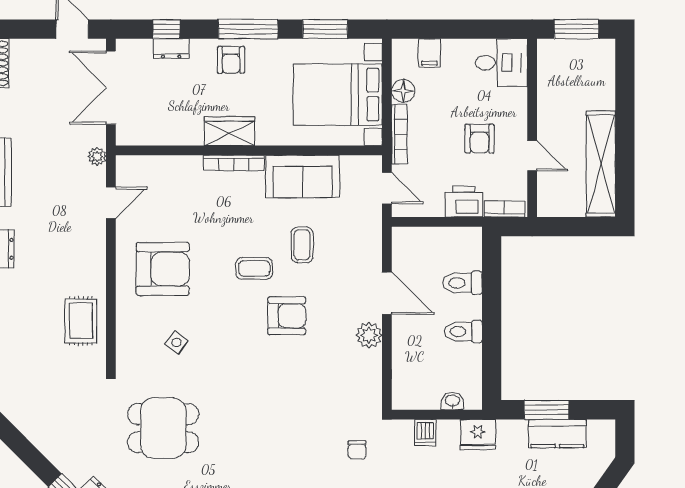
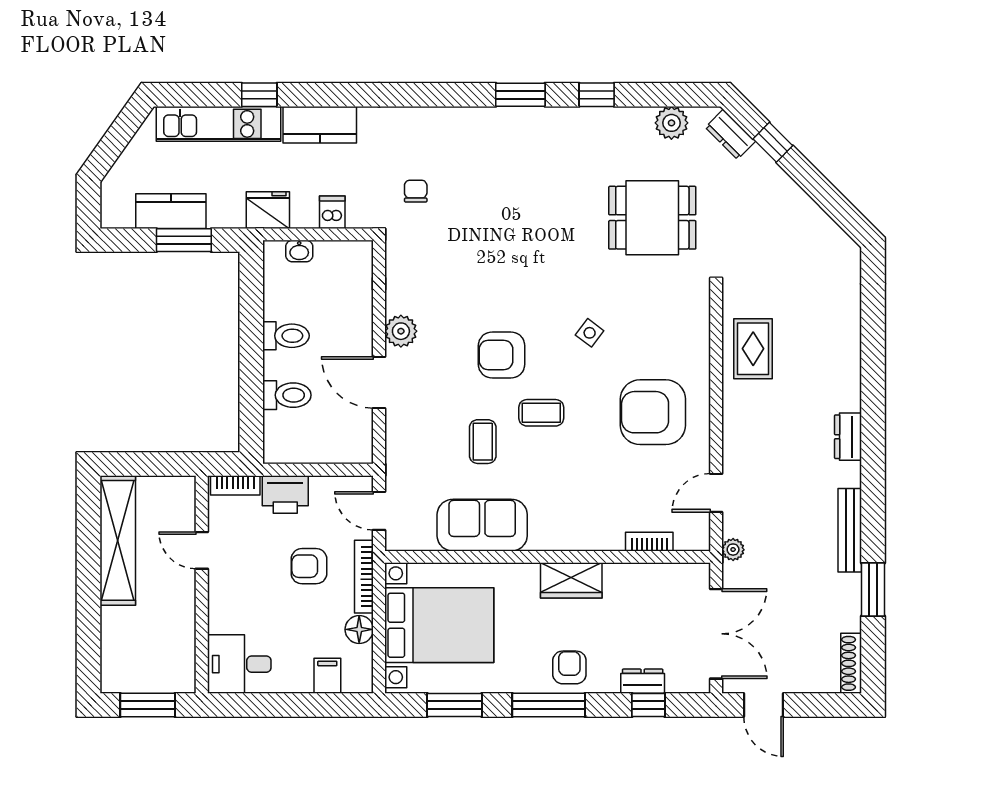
armchair: (480, 139) -> (309, 566), moved, turned -90
bookcase: (234, 163) -> (649, 542), moved, width x0.64
side table: (176, 343) -> (590, 333), moved

